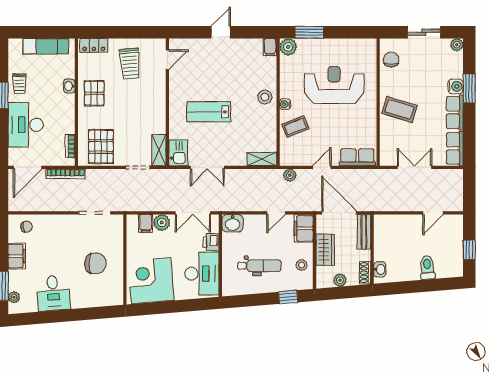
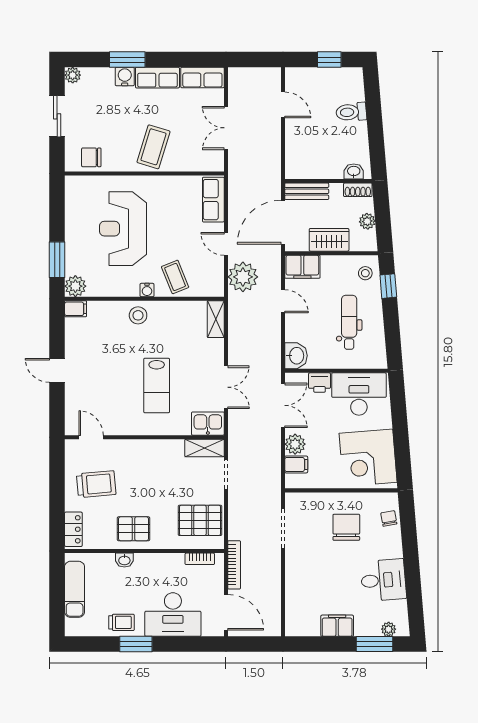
plant: (290, 175) -> (243, 277), width x1.88, depth x1.88
chair: (26, 227) -> (389, 518), moved
stool: (302, 265) -> (365, 273), moved

